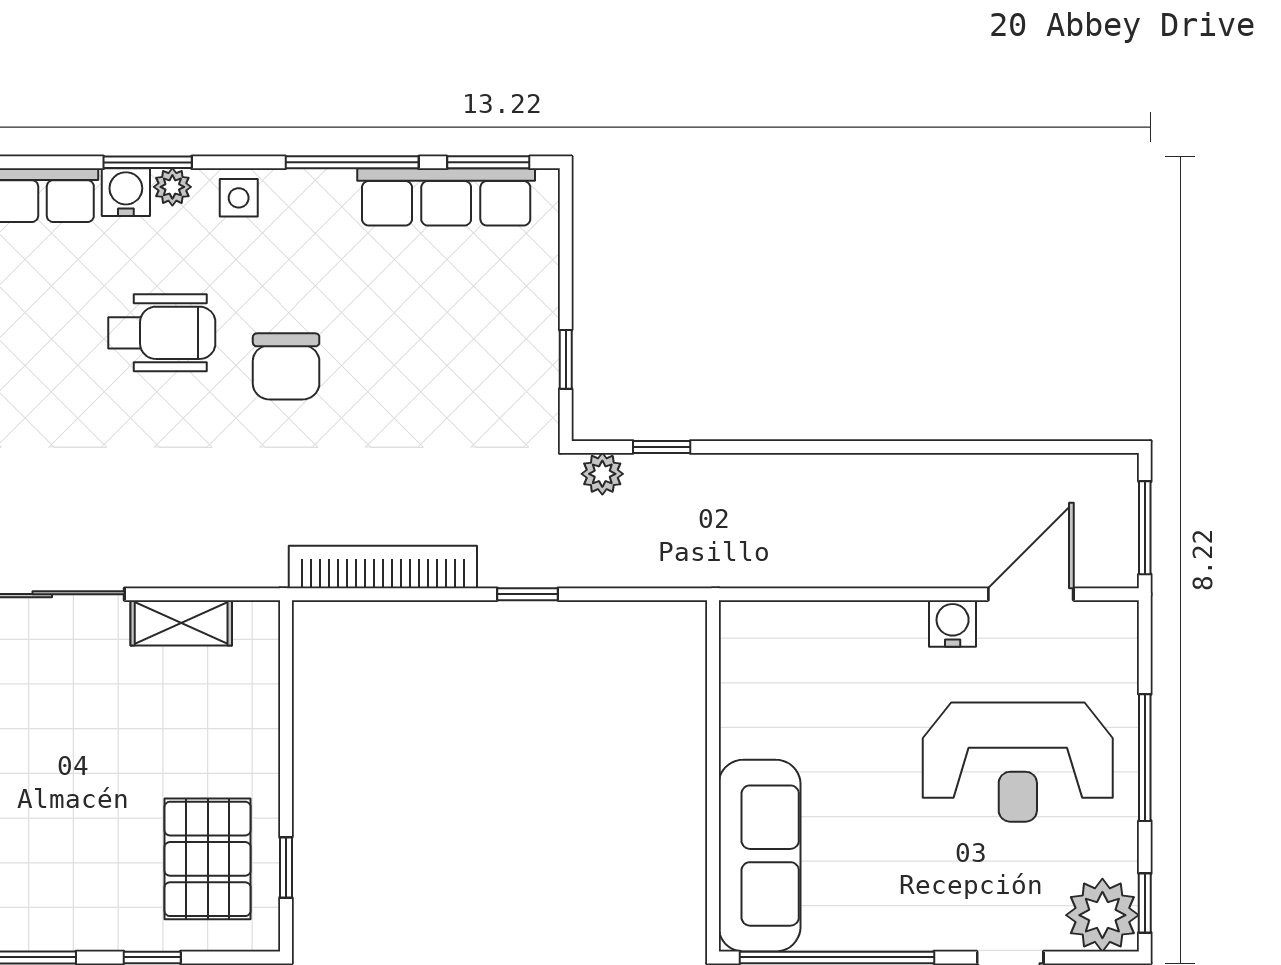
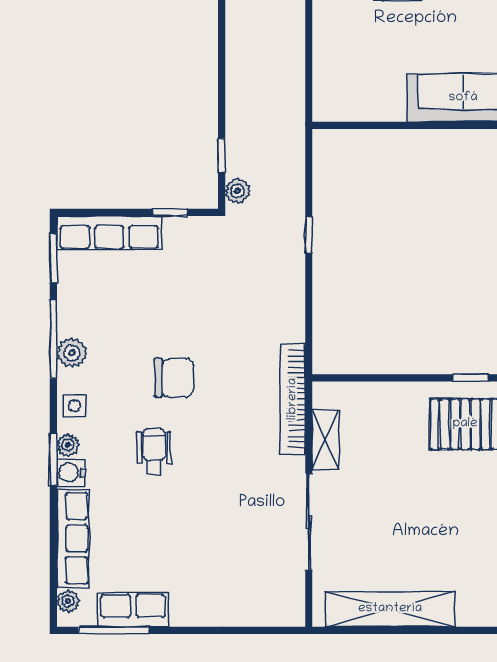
plant: (328, 193) -> (72, 353), added
row of seats: (446, 197) -> (109, 233), moved, turned 90
wheelchair: (162, 333) -> (154, 451), width x0.73, depth x0.73
bookcase: (383, 567) -> (293, 399), moved

